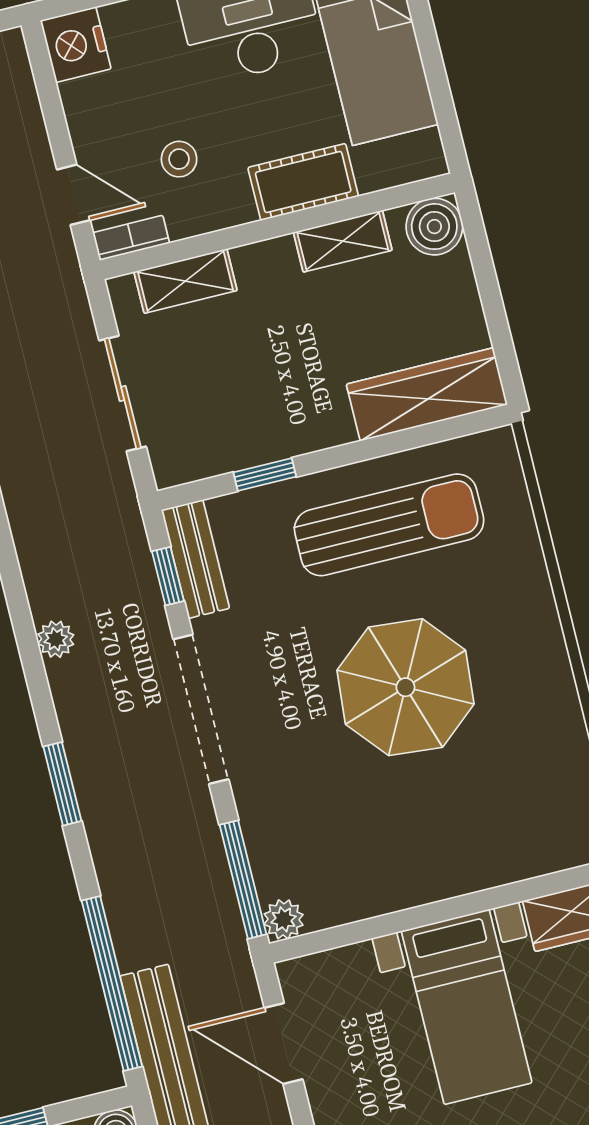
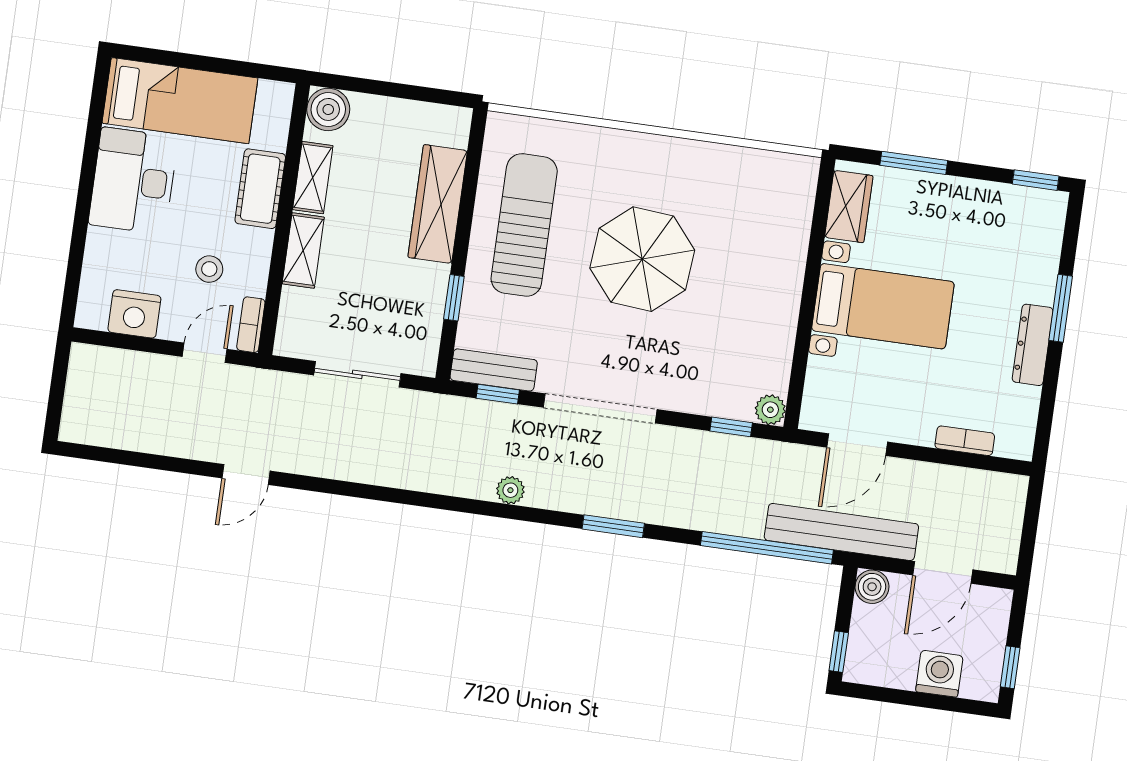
nightstand: (76, 45) -> (134, 314), moved
shelving: (185, 281) -> (303, 250), moved
wardrobe: (427, 394) -> (438, 204), moved
window: (243, 880) -> (731, 427), width x0.46

